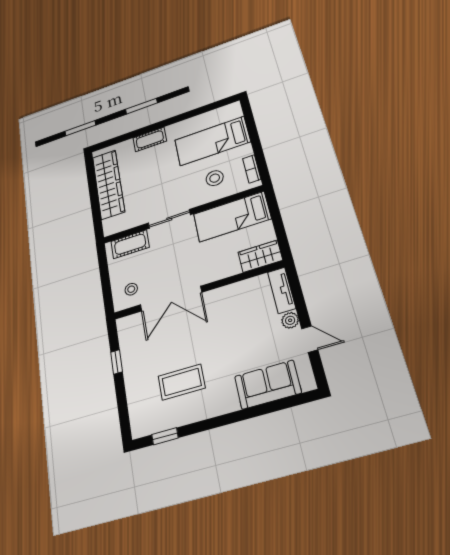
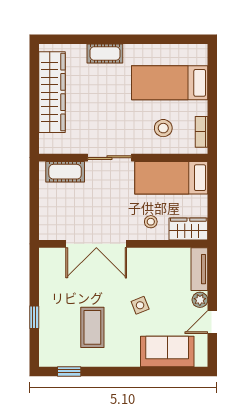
stool: (131, 289) -> (151, 222), moved
door: (310, 339) -> (212, 322), swing flipped
side table: (227, 345) -> (140, 305), added
window: (116, 362) -> (34, 317), moved
coffee table: (182, 382) -> (92, 327), turned 90

